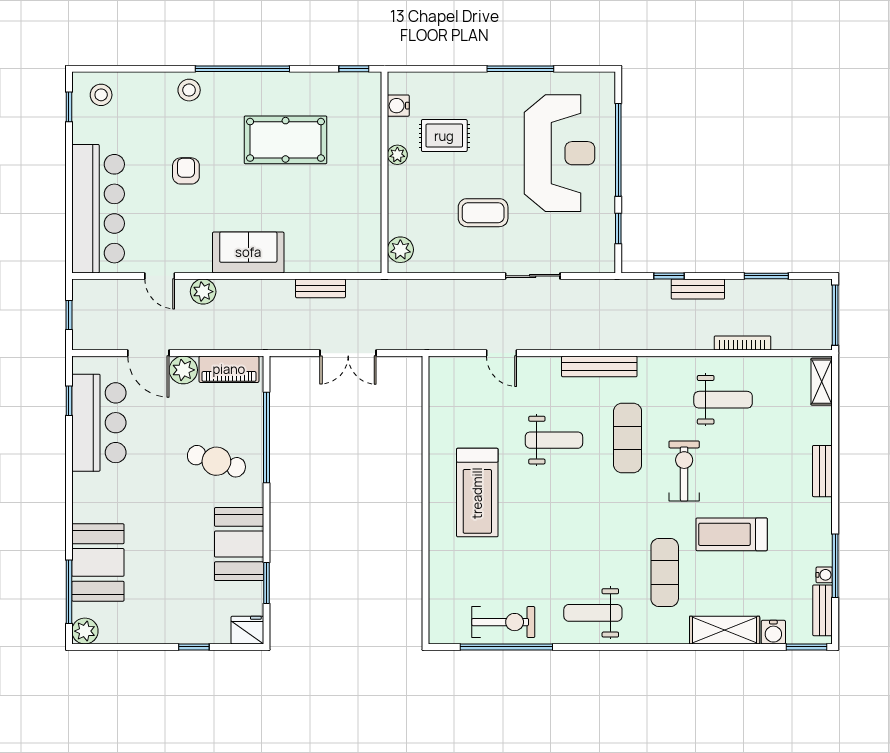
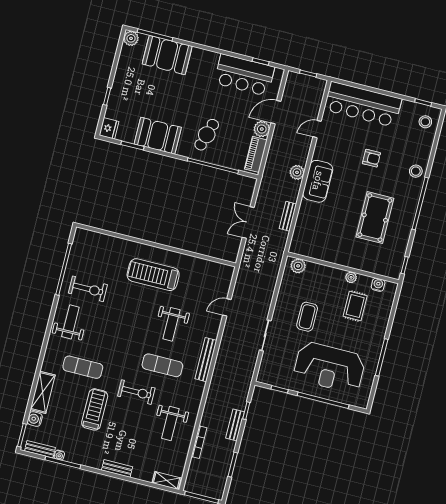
plant: (203, 292) -> (297, 172), moved
exercise bike: (503, 622) -> (88, 289), moved, turned -90

